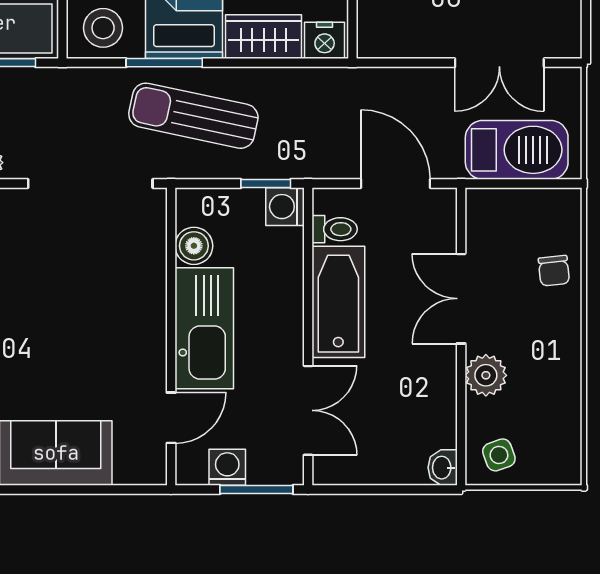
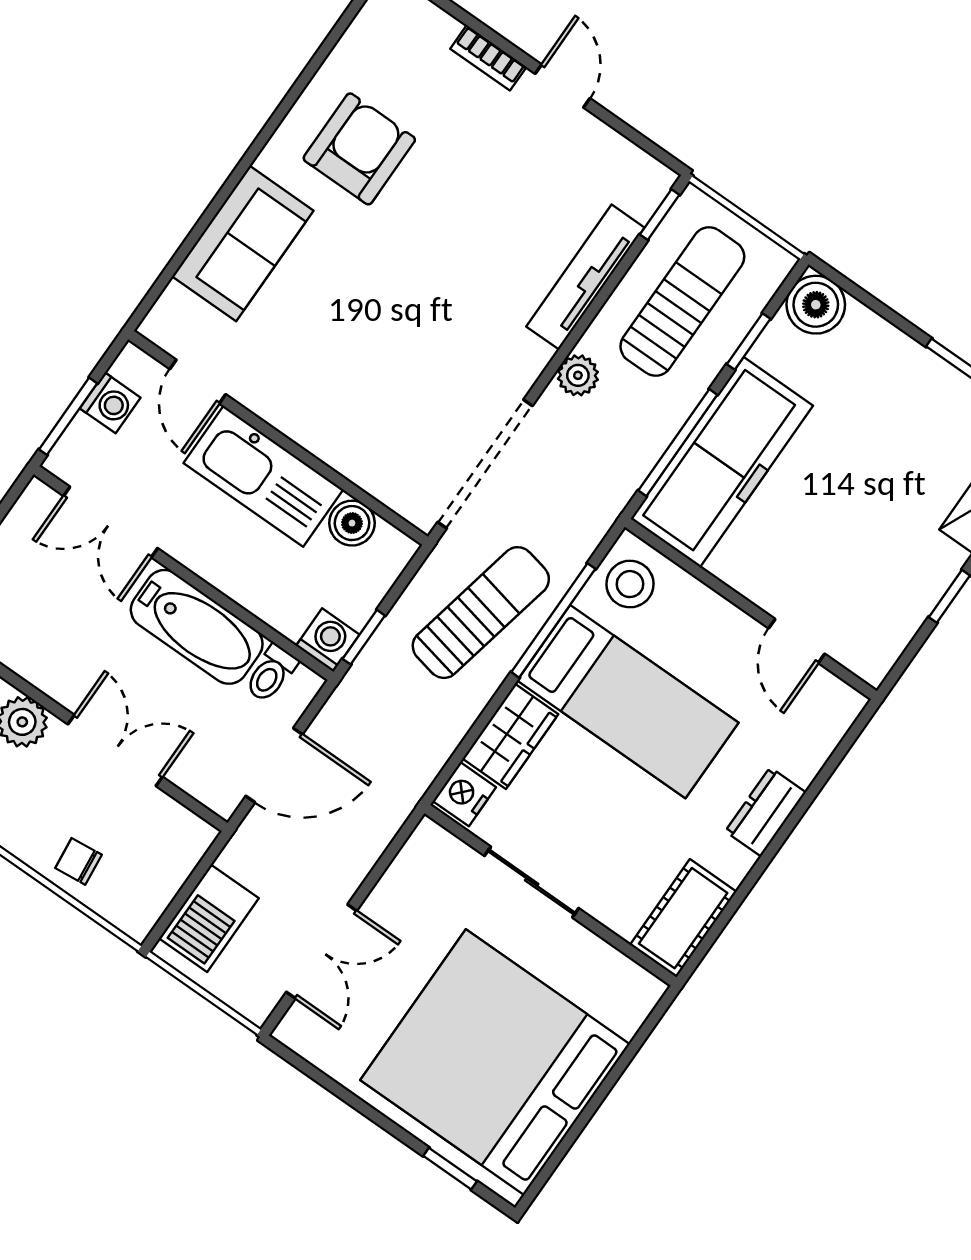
window: (164, 63) -> (553, 620), width x1.44
double door: (499, 63) -> (322, 951), swing flipped
barbecue: (517, 150) -> (209, 918), width x0.73, depth x0.83

